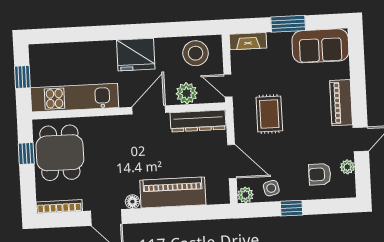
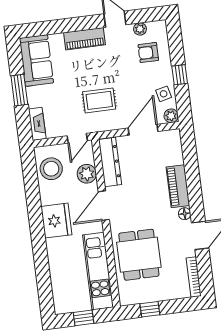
door: (149, 110) -> (104, 206), hinge flipped
dining table: (60, 153) -> (139, 255), moved, turned 90
armchair: (320, 174) -> (148, 53), turned 90
piano: (173, 193) -> (178, 186), width x0.73, depth x0.75

